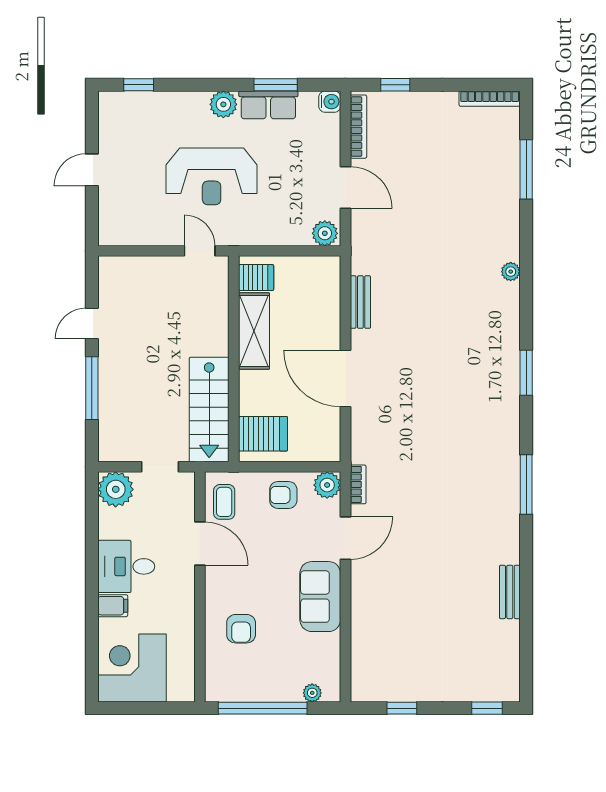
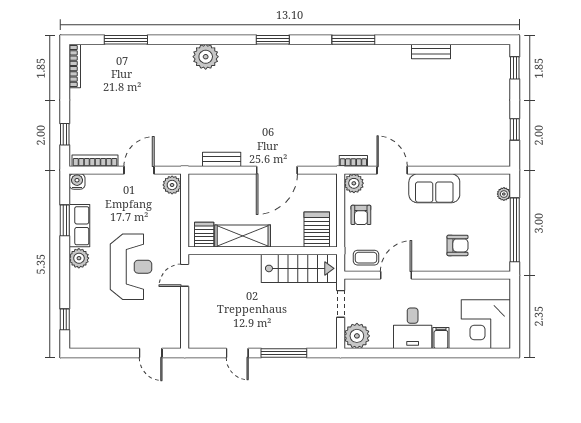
door: (92, 170) -> (151, 353), moved
plant: (511, 272) -> (206, 57), width x1.87, depth x1.87

